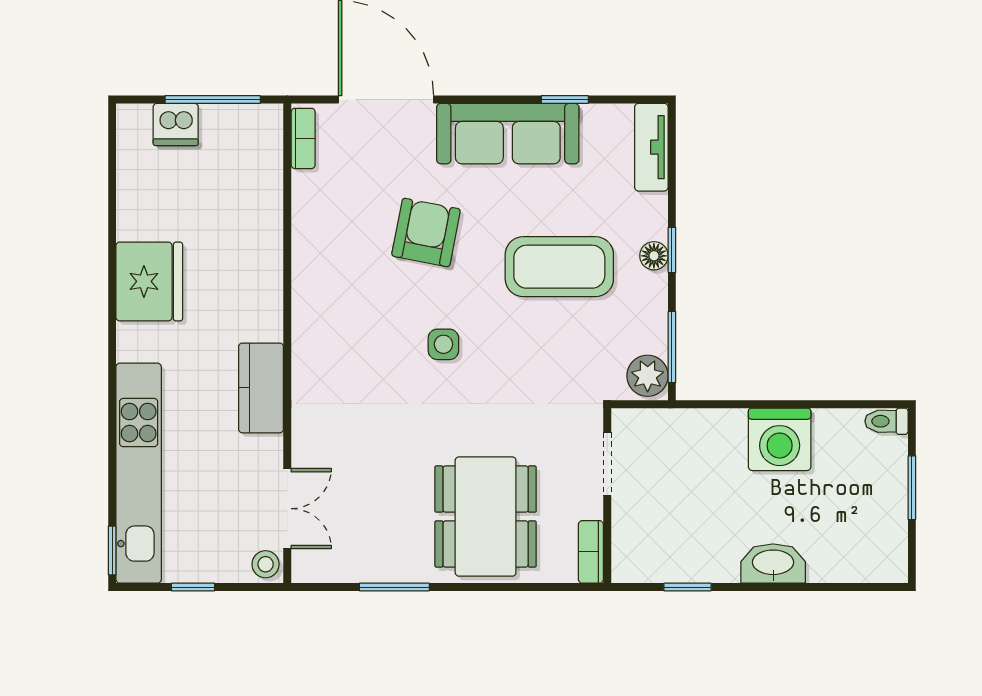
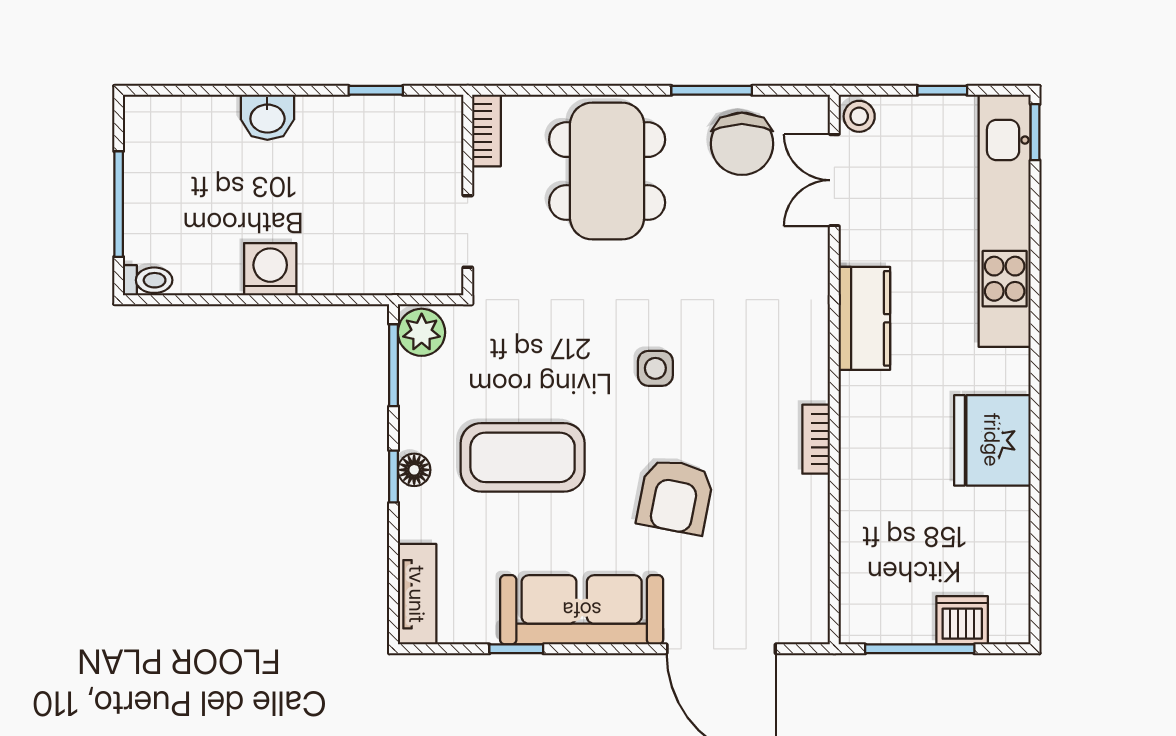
bookcase: (303, 138) -> (816, 439), moved
washing machine: (780, 439) -> (270, 269), width x0.73, depth x0.73
window: (912, 488) -> (119, 204), width x1.44
chair: (368, 540) -> (742, 144), added
washbasin: (773, 563) -> (267, 117), width x0.72

